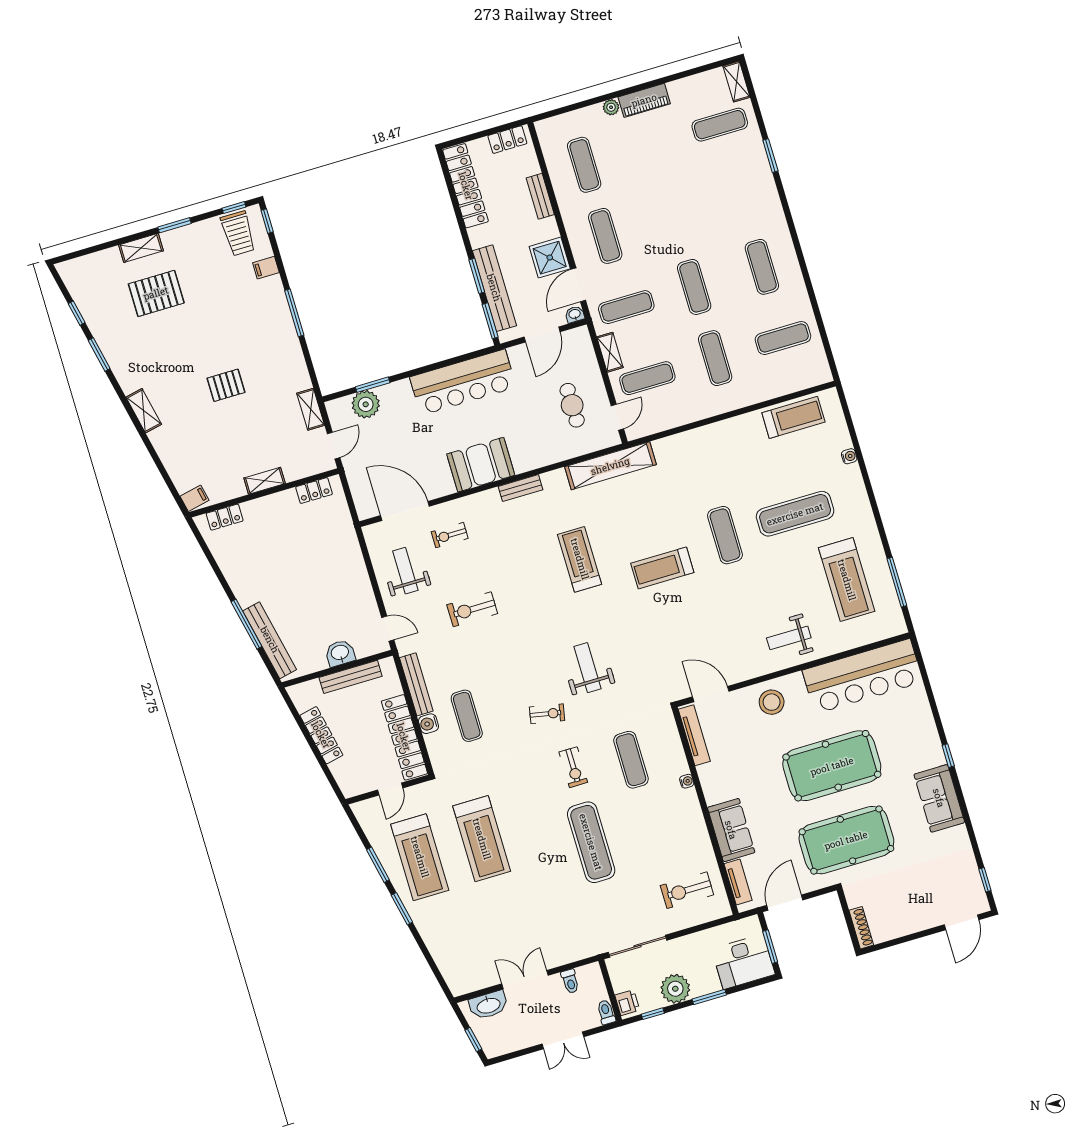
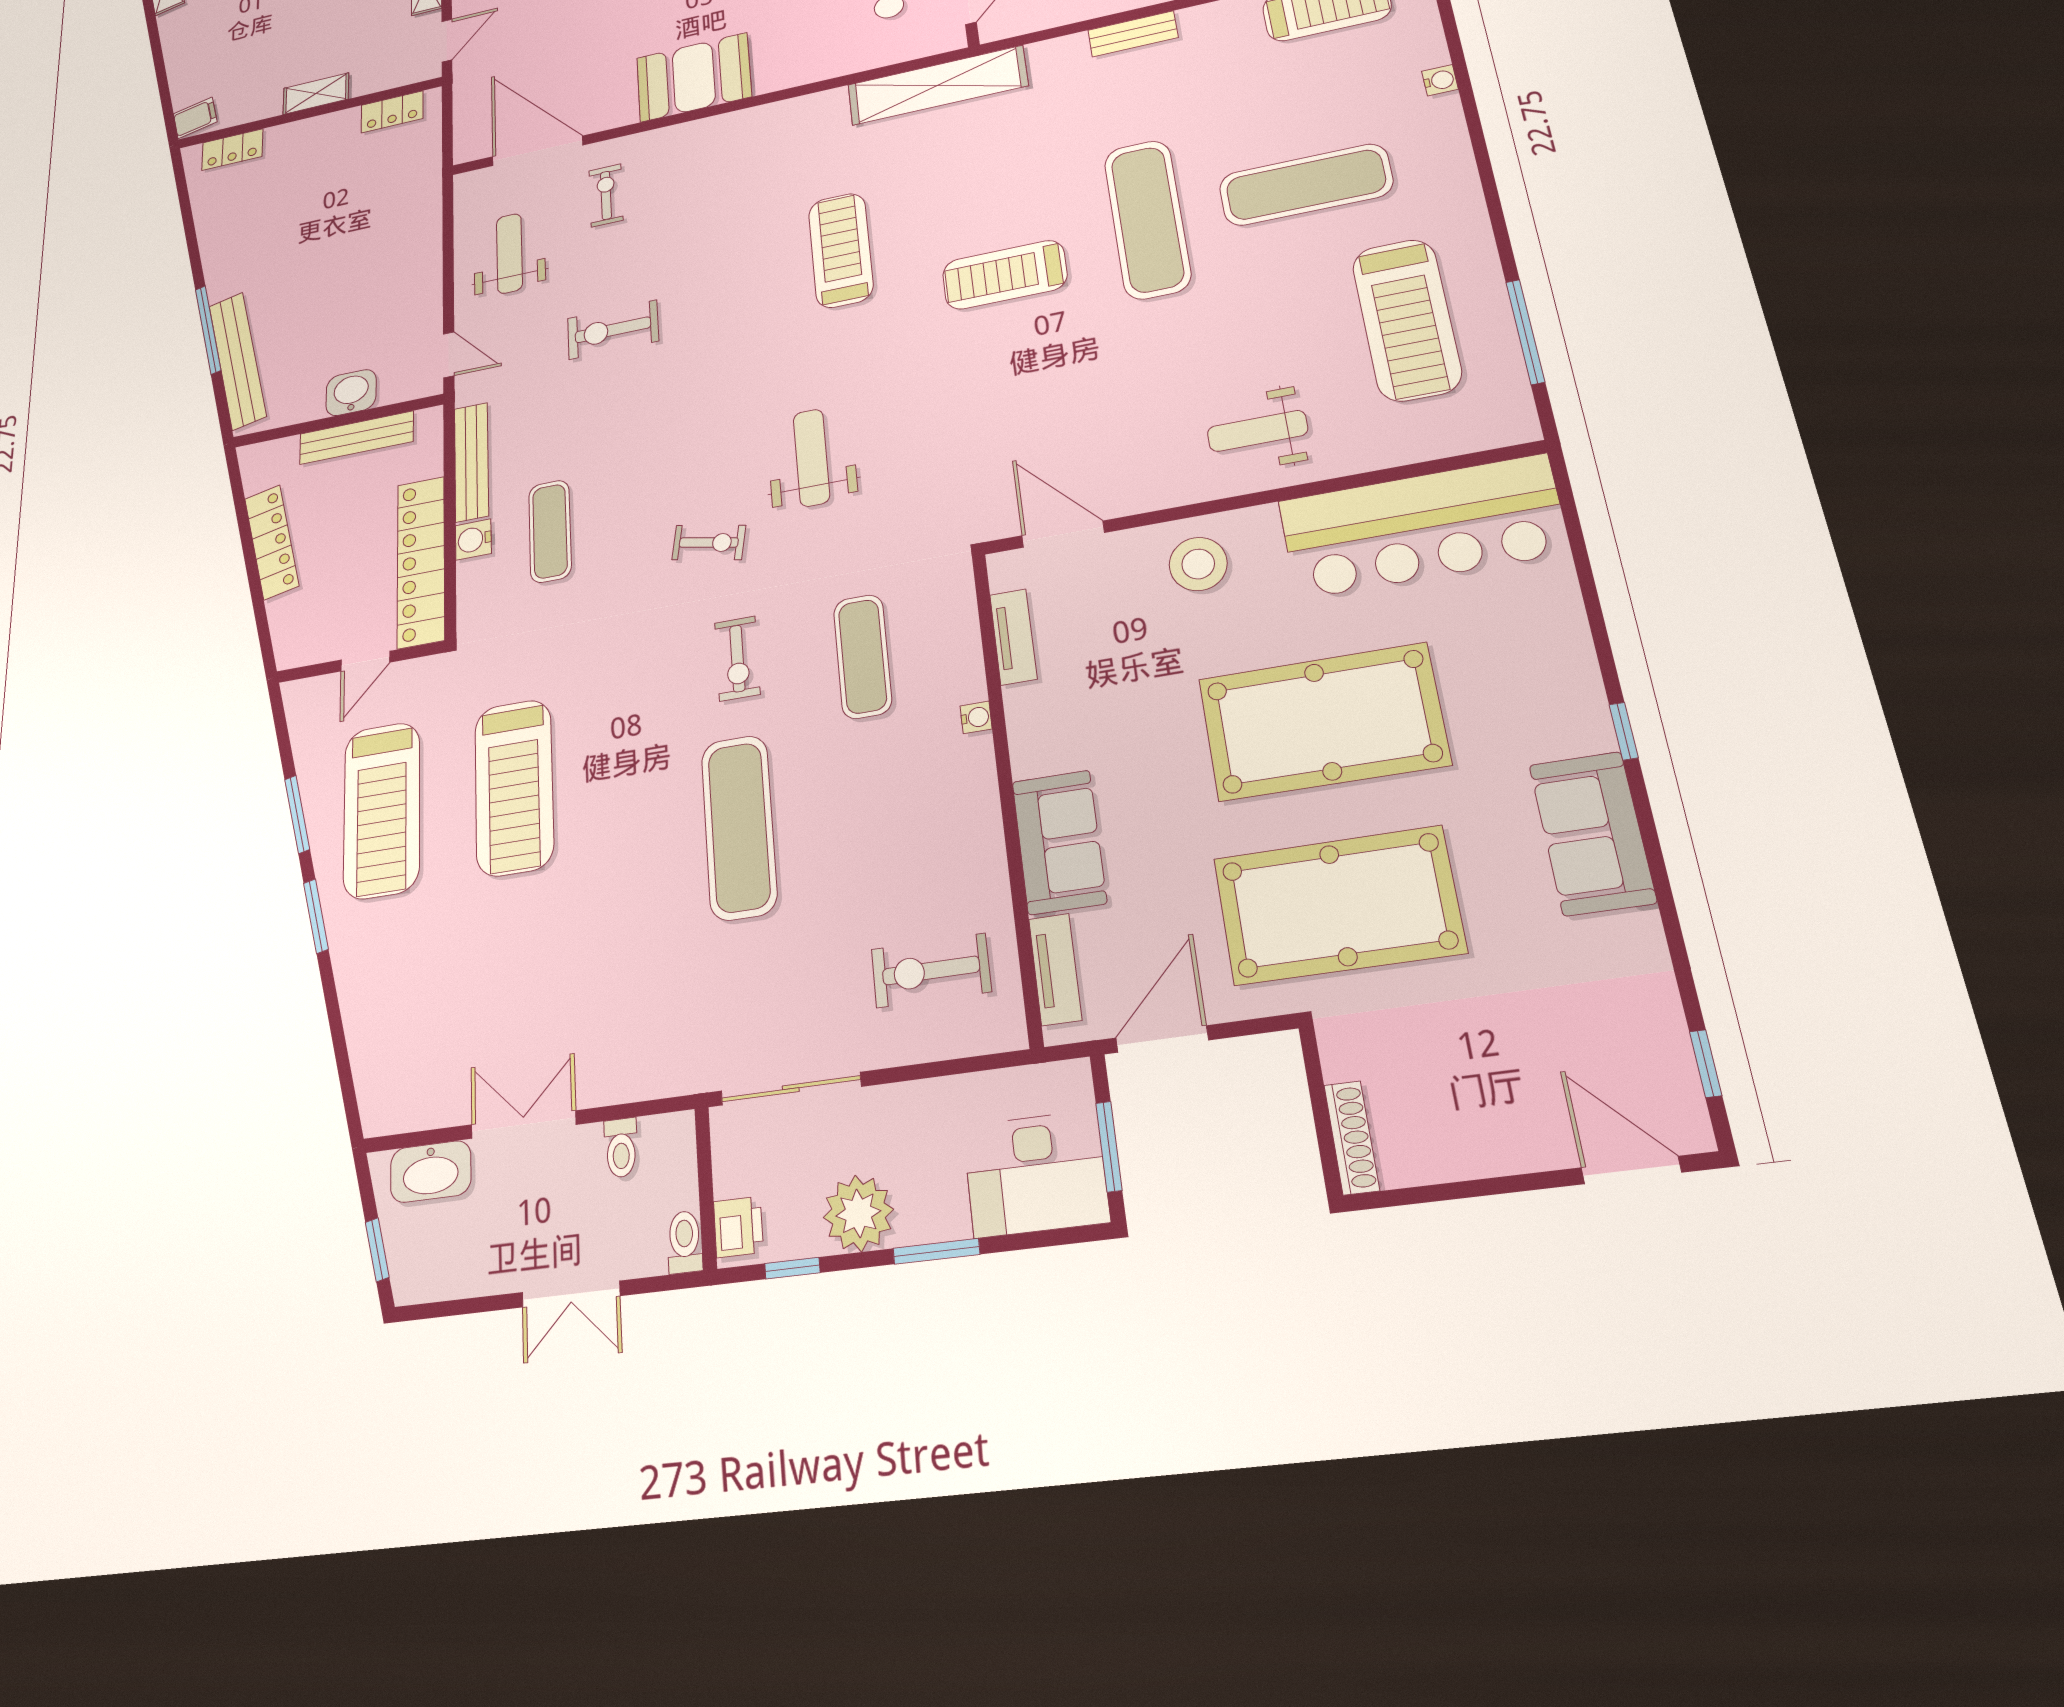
bench: (521, 488) -> (1133, 34), moved
exercise bike: (450, 535) -> (606, 195), turned 90
exercise mat: (725, 535) -> (1147, 219), width x1.36, depth x1.45
tv unit: (694, 735) -> (1013, 637), width x0.71
door: (962, 922) -> (1631, 1170), swing flipped

